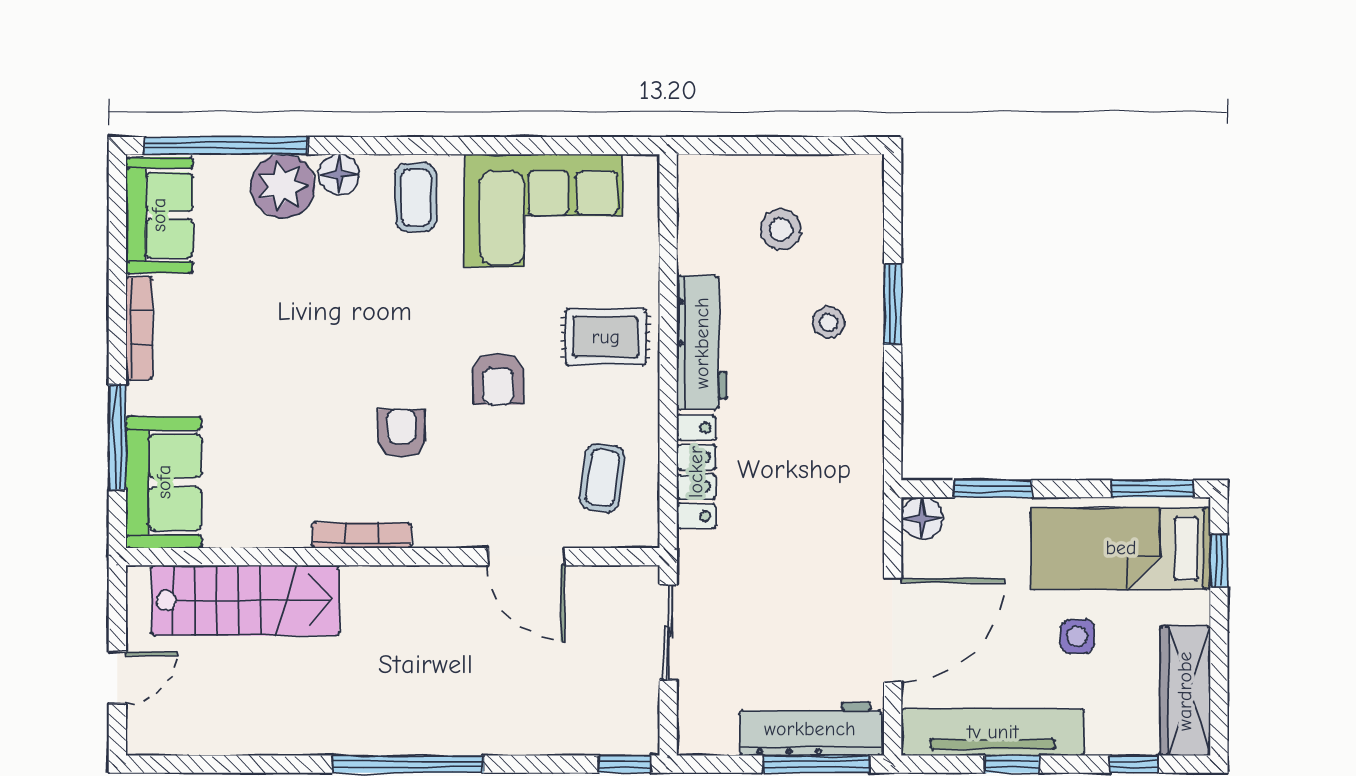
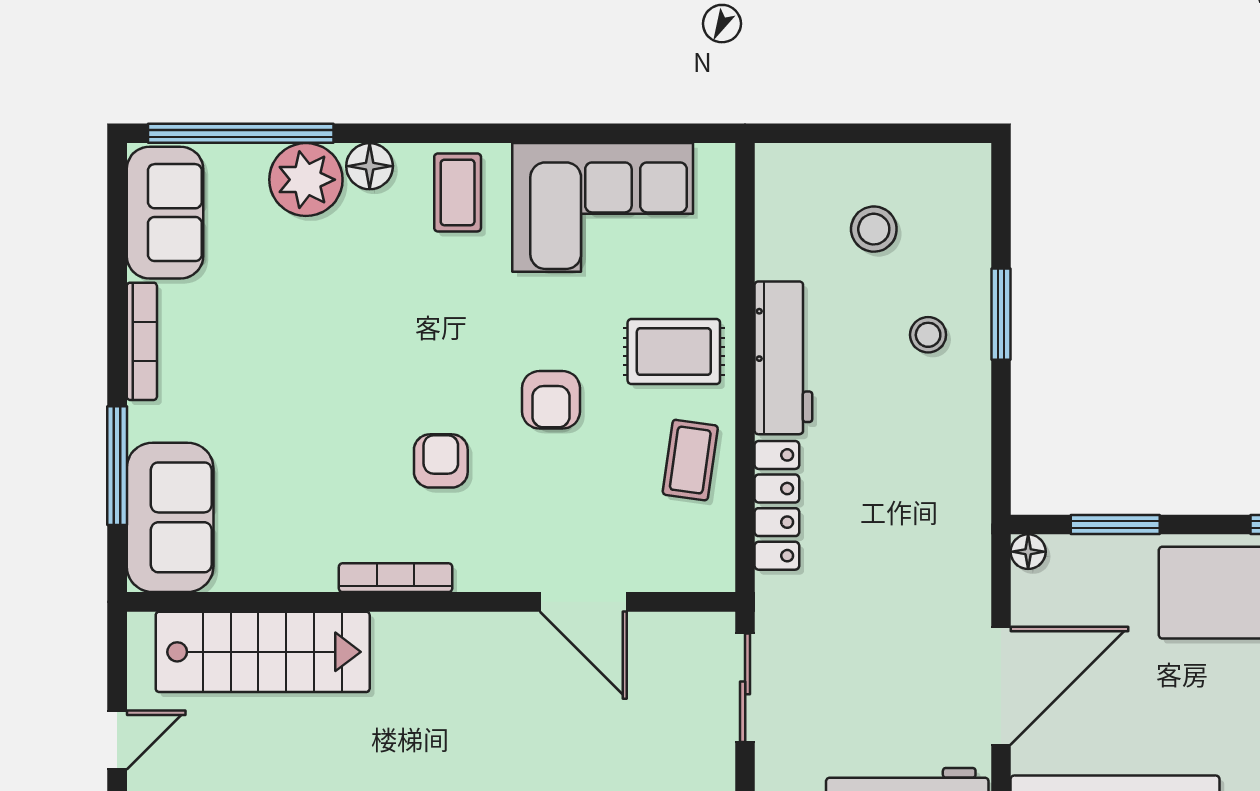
coffee table: (602, 478) -> (690, 460), moved
floor lamp: (922, 518) -> (1028, 552), width x0.73, depth x0.73
side table: (1077, 636) -> (1212, 693), removed

